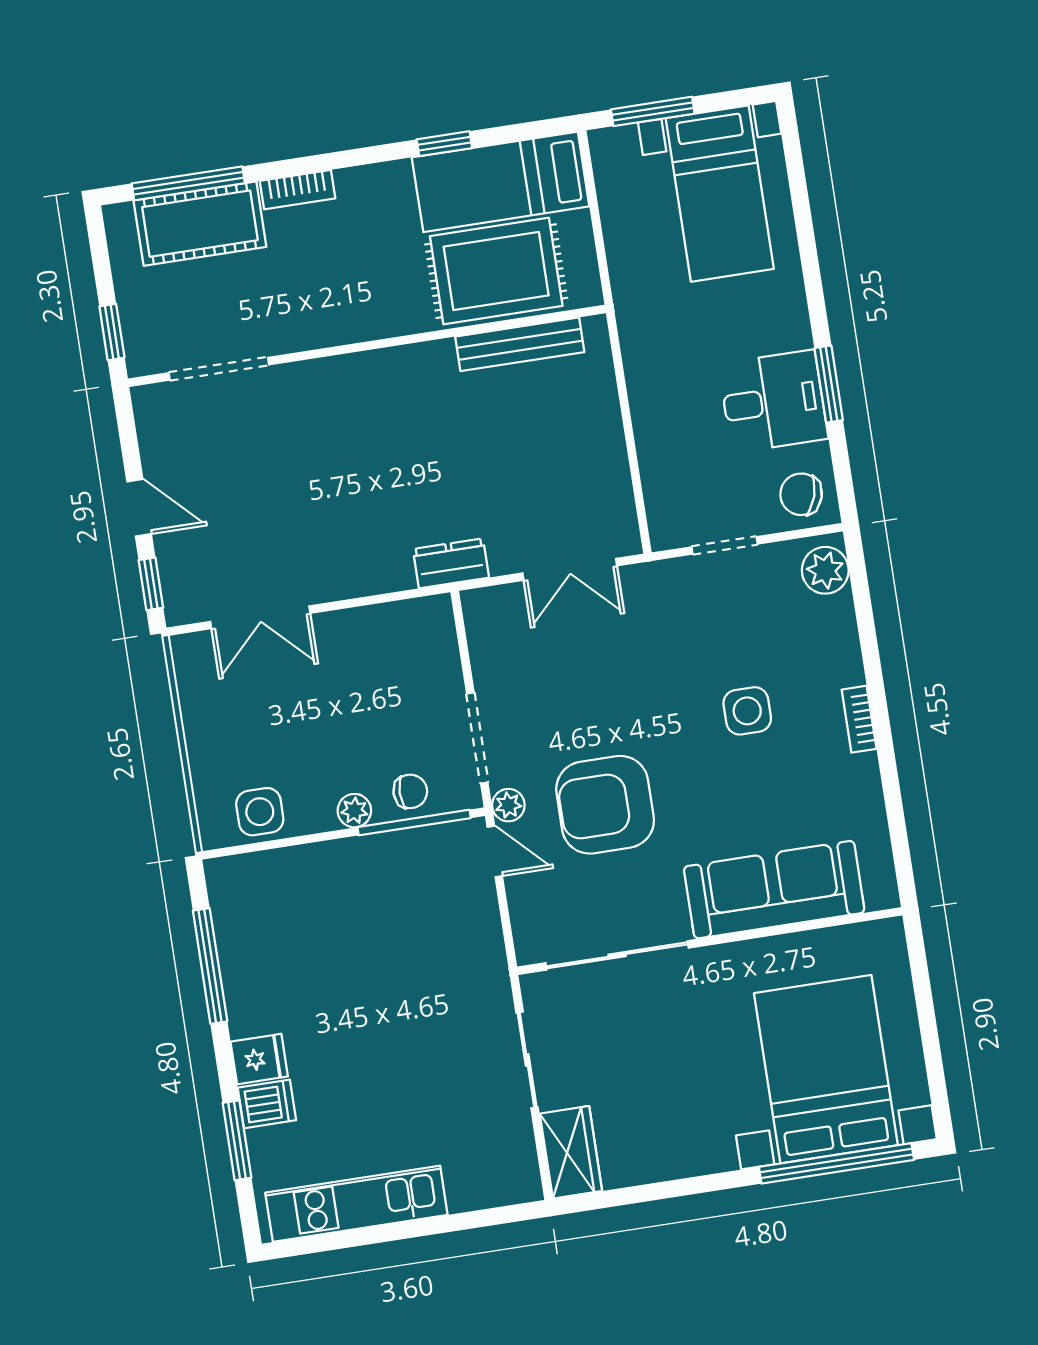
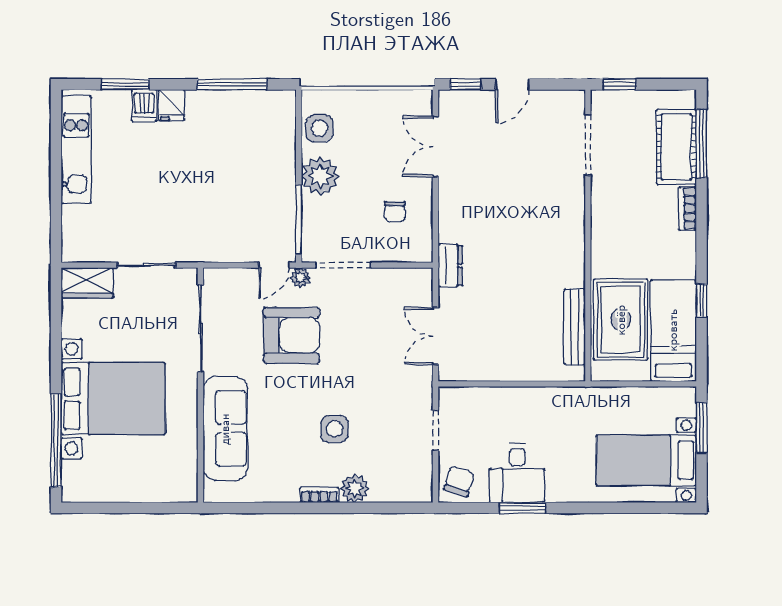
plant: (825, 570) -> (355, 489), moved
chair: (410, 791) -> (395, 212), moved
armchair: (605, 805) -> (292, 335), turned 90
plant: (354, 811) -> (320, 176), width x1.87, depth x1.87
bed with nightstands: (826, 1069) -> (113, 399), moved

